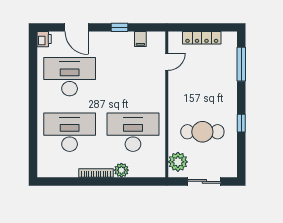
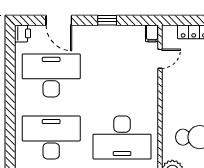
filing cabinet: (140, 39) -> (152, 33), moved
desk: (133, 132) -> (122, 138), turned 180

